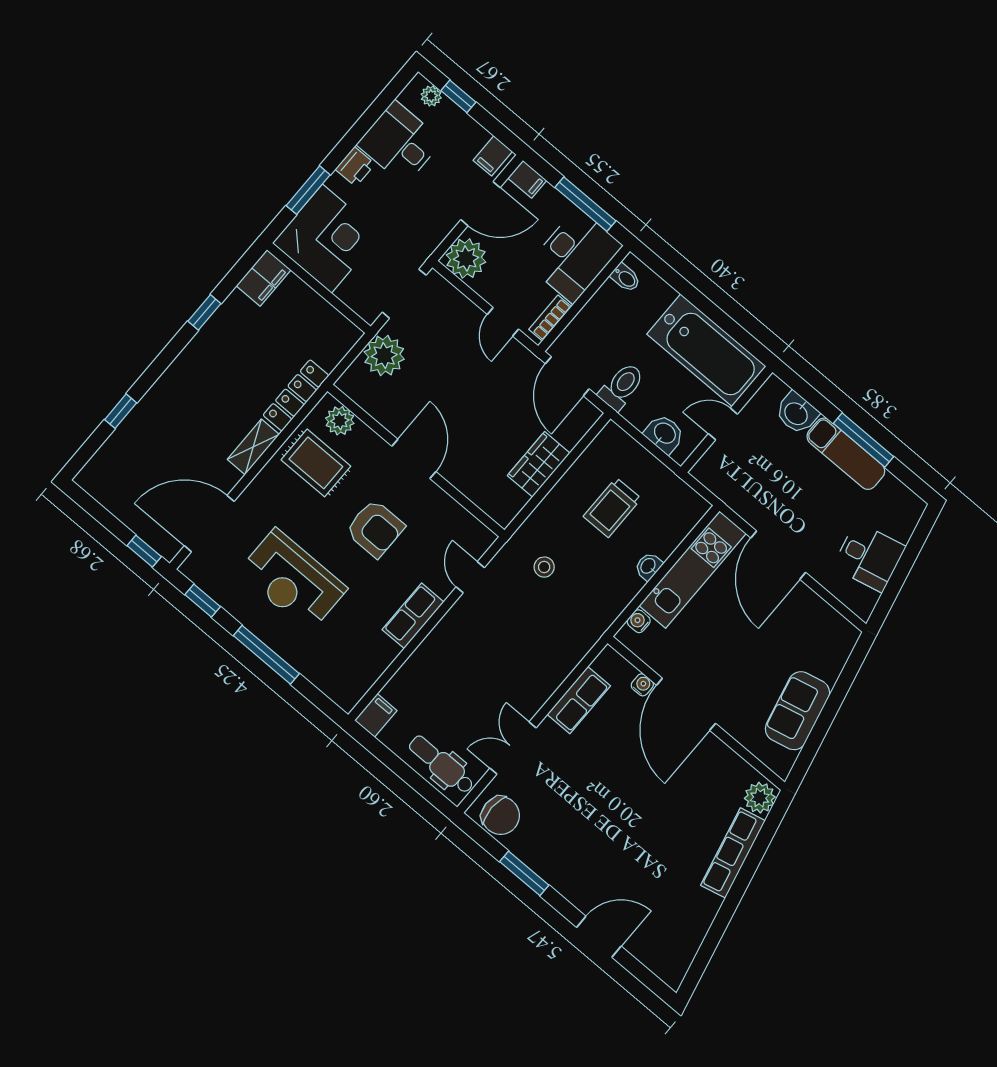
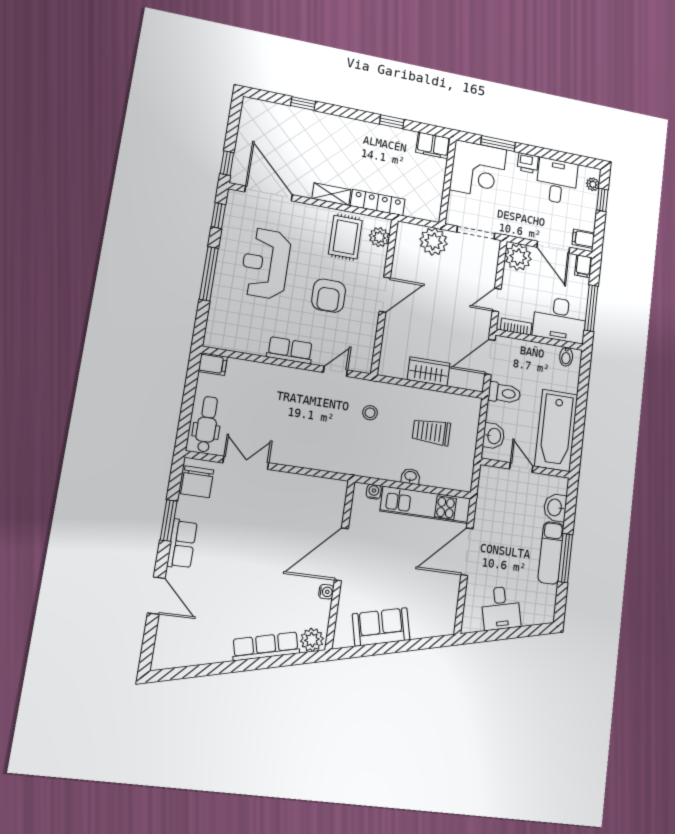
water cooler: (642, 685) -> (326, 592), moved
row of seats: (579, 700) -> (182, 544), moved, turned -90

